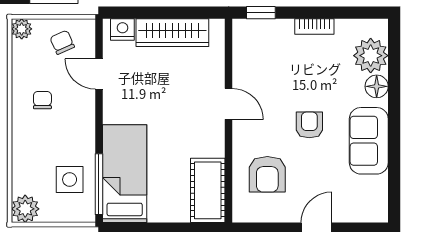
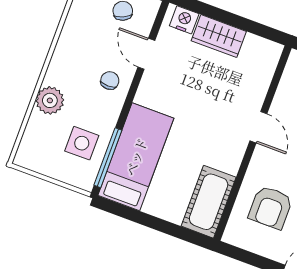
wardrobe: (172, 33) -> (219, 36), width x0.67
chair: (42, 100) -> (110, 81), moved
plant: (25, 209) -> (50, 100), moved

